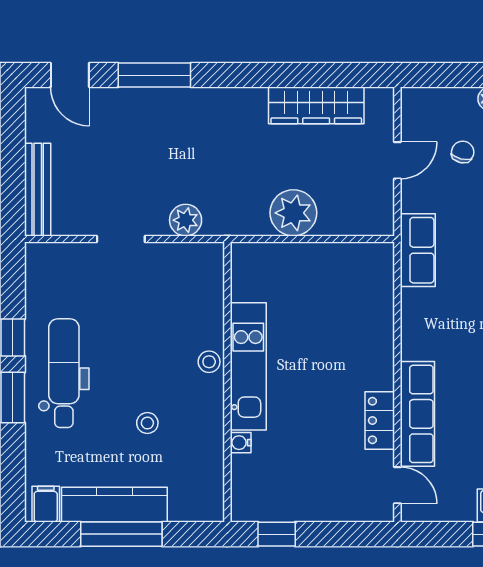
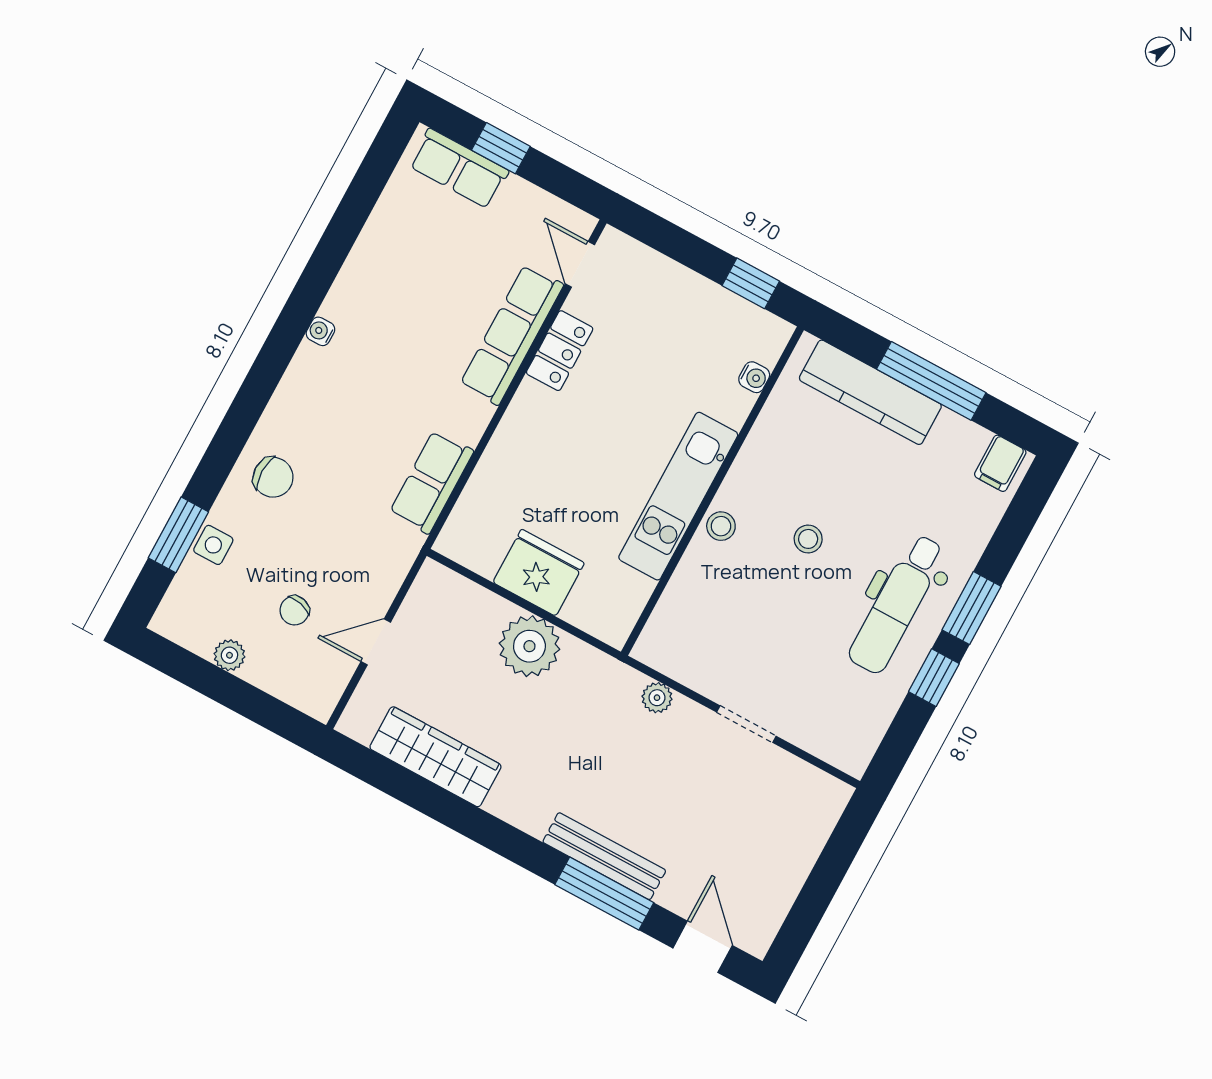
bench: (38, 190) -> (604, 856), moved, turned 90
plant: (186, 220) -> (657, 698), width x0.73, depth x0.73
row of seats: (418, 250) -> (431, 482), moved
fridge: (314, 265) -> (539, 573), added
stool: (147, 423) -> (808, 539), moved
water cooler: (241, 443) -> (754, 377), moved
kitchen counter: (114, 505) -> (870, 392), moved

